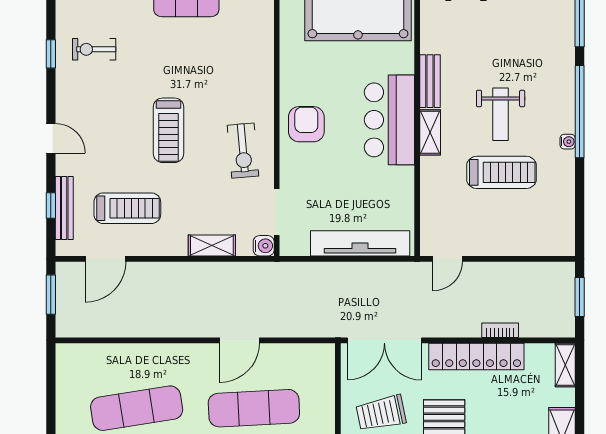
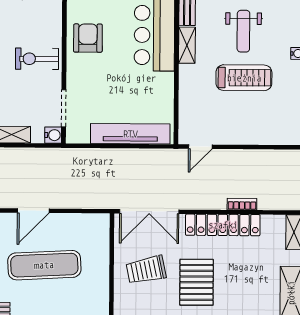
exercise bike: (243, 151) -> (37, 59), turned 95

